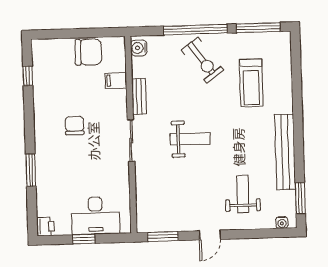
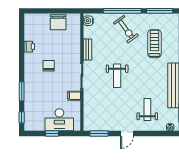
chair: (88, 52) -> (58, 22), turned 90
window: (28, 76) -> (22, 117), moved
filing cabinet: (116, 81) -> (74, 96), moved
treadmill: (251, 83) -> (154, 44), turned 180
weight bench: (190, 139) -> (117, 76), turned 90
printer: (45, 227) -> (29, 47), moved

